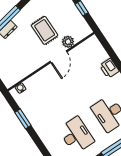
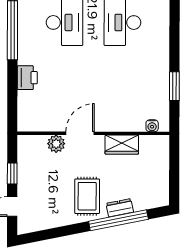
rug: (45, 30) -> (87, 196), moved
wardrobe: (31, 66) -> (122, 145), added

